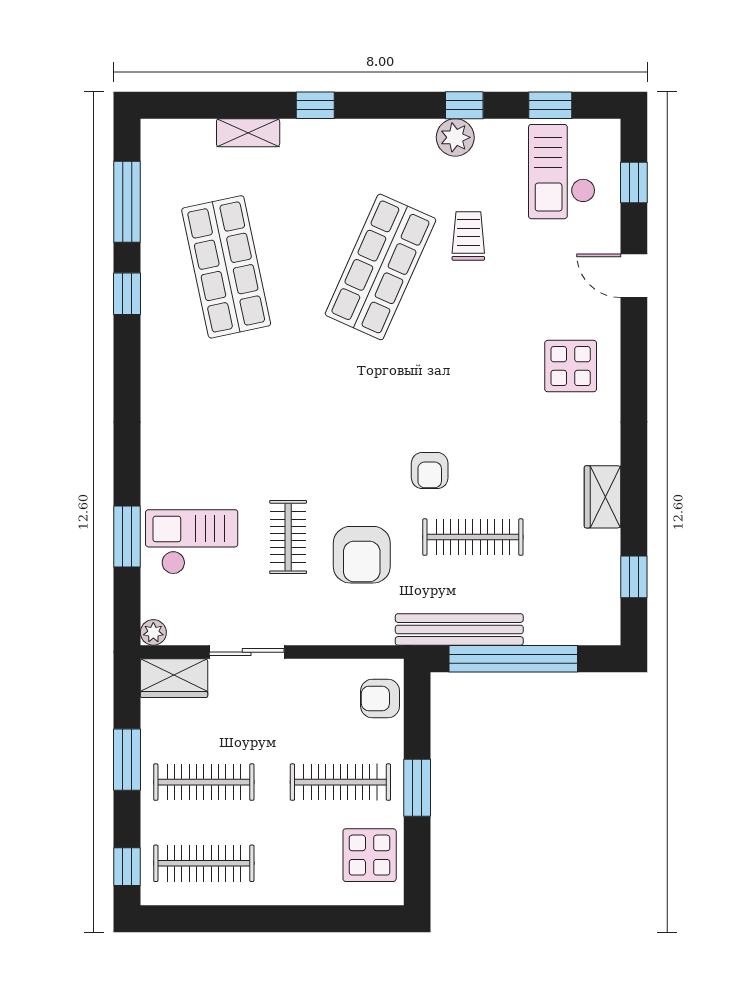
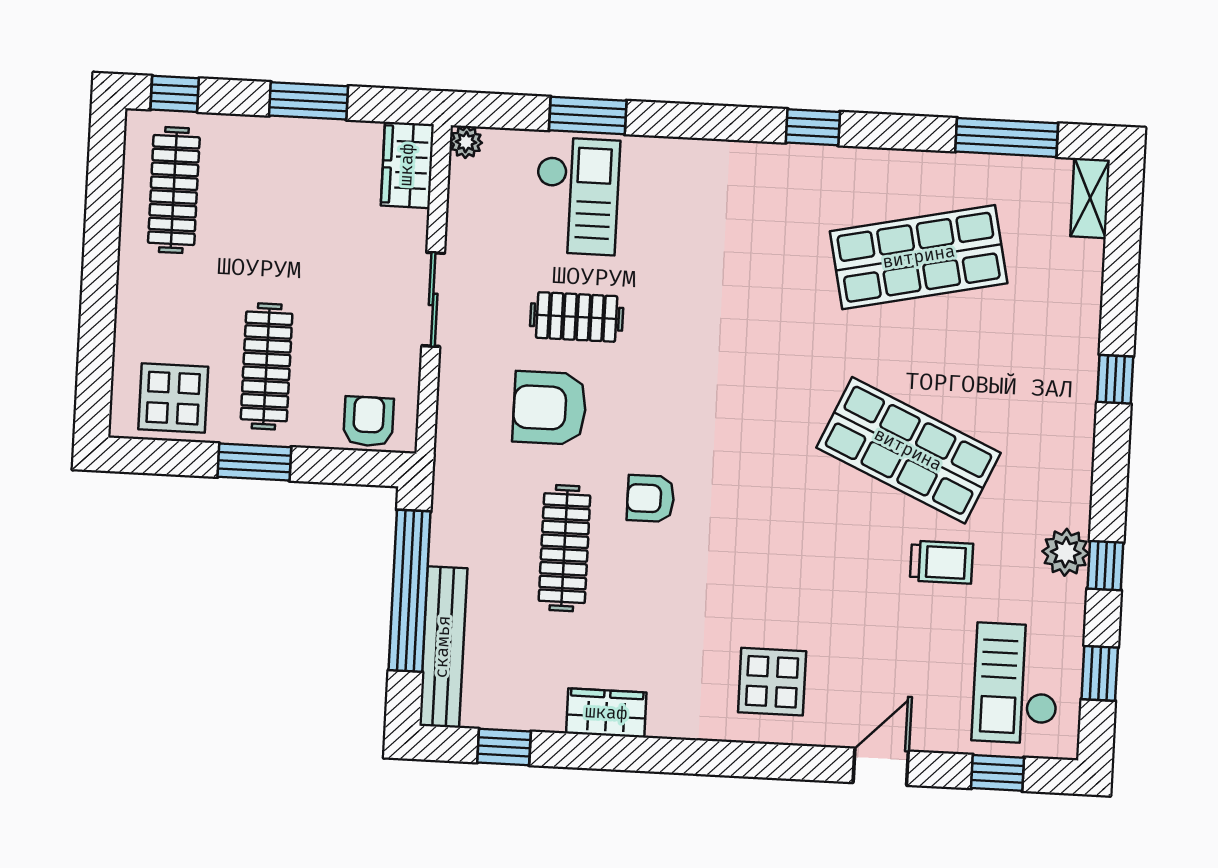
shelving: (248, 133) -> (1090, 198), moved
checkout: (562, 172) -> (1016, 683), turned -90
window: (127, 294) -> (813, 127), moved
bench: (459, 629) -> (443, 647), moved
sliding door: (247, 652) -> (433, 299), moved
clothes rail: (204, 782) -> (275, 195), removed

